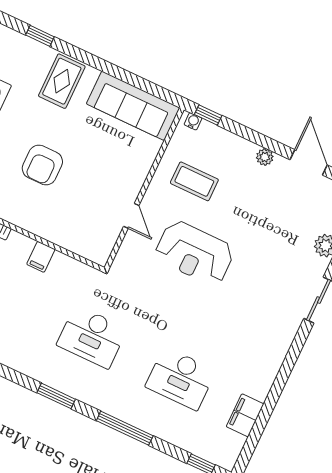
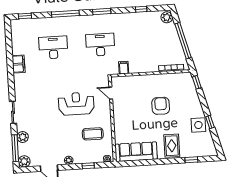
window: (208, 115) -> (88, 166), moved
door: (131, 216) -> (111, 93), moved
filing cabinet: (41, 257) -> (124, 68), moved
filing cabinet: (245, 415) -> (19, 64), moved

